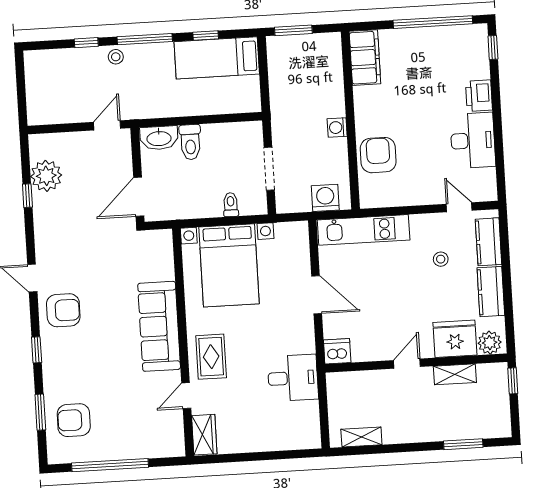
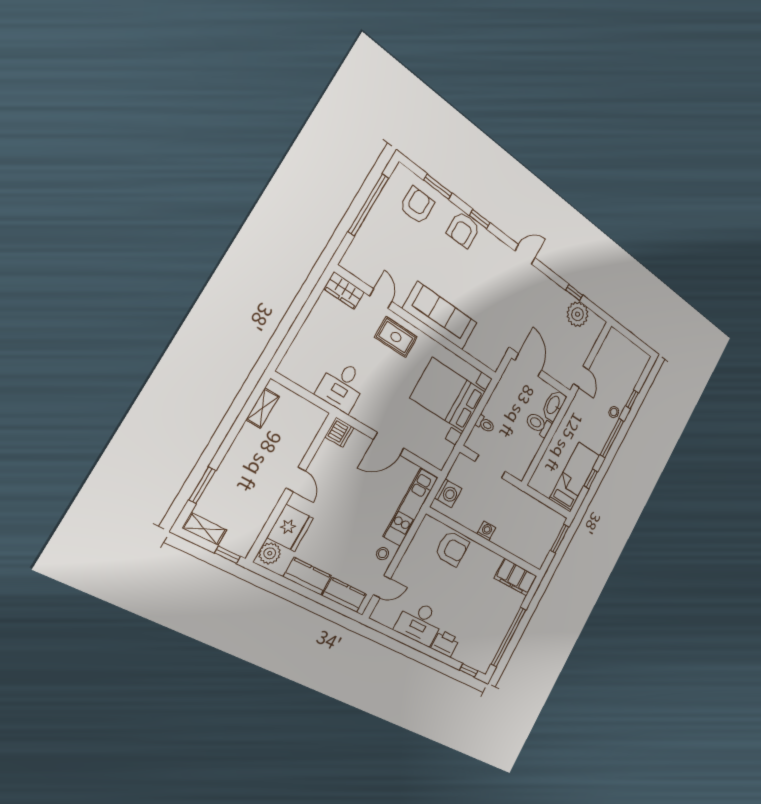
stool: (441, 259) -> (383, 554), moved
armchair: (63, 310) -> (463, 230), moved
shelving: (455, 374) -> (204, 529), moved, turned 90

